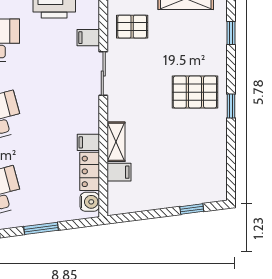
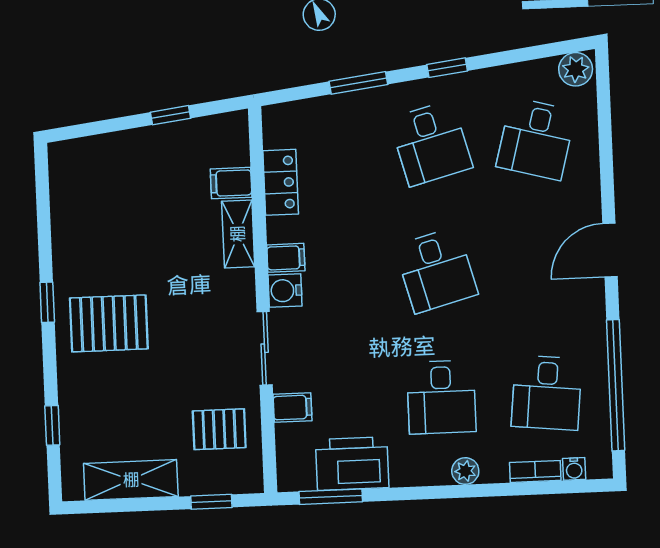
filing cabinet: (88, 142) -> (286, 258), moved
water cooler: (90, 202) -> (285, 291), moved
window: (192, 209) -> (170, 115), moved

